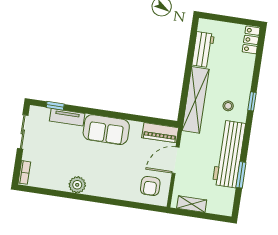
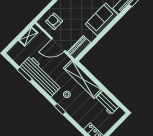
door: (176, 160) -> (58, 45), swing flipped

